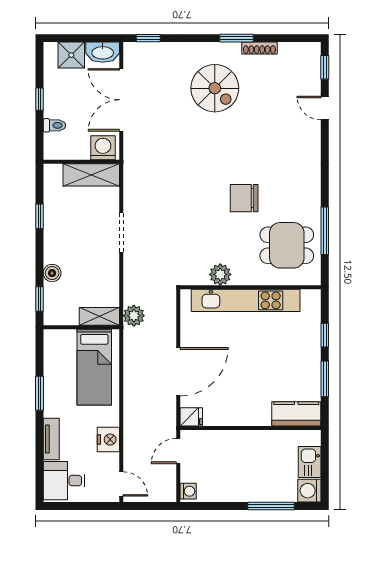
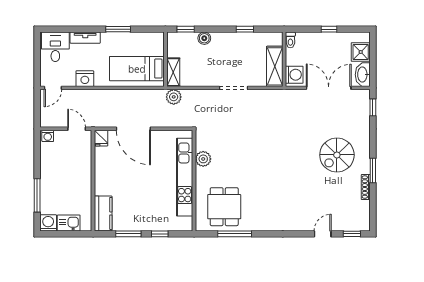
toilet: (54, 125) -> (290, 40), moved
chair: (244, 198) -> (258, 176), removed

